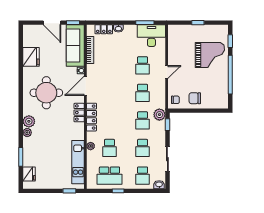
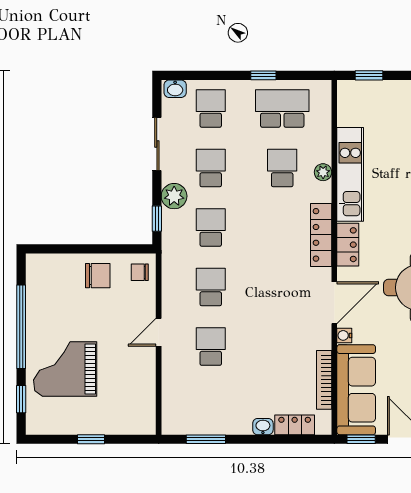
desk: (151, 36) -> (191, 411), removed
plant: (159, 115) -> (174, 196), moved
kitchen unit: (78, 162) -> (350, 174), moved

